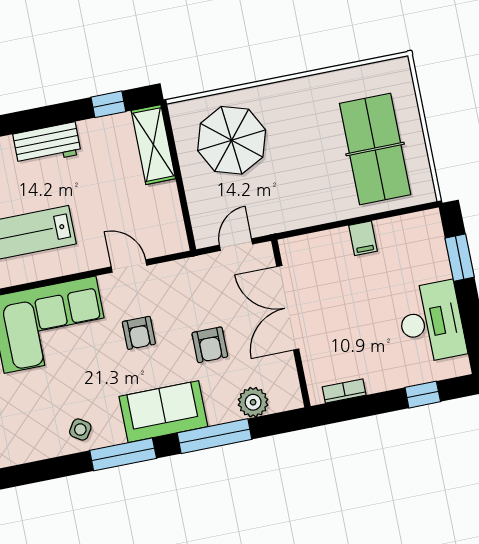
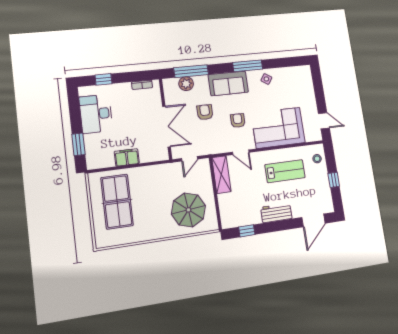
shelving: (153, 145) -> (221, 175), moved
filing cabinet: (363, 238) -> (127, 157), width x2.00
window: (215, 436) -> (191, 71), moved

